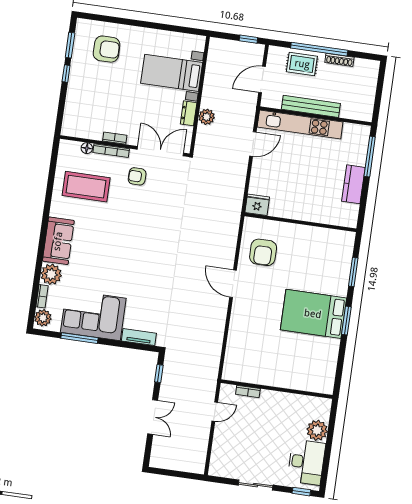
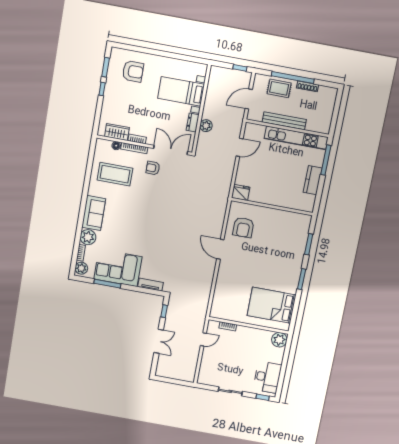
kitchen unit: (300, 124) -> (296, 138), moved
wardrobe: (87, 130) -> (117, 132), added
bed: (313, 314) -> (272, 305), moved
plant: (317, 430) -> (279, 340), moved

